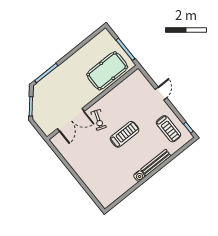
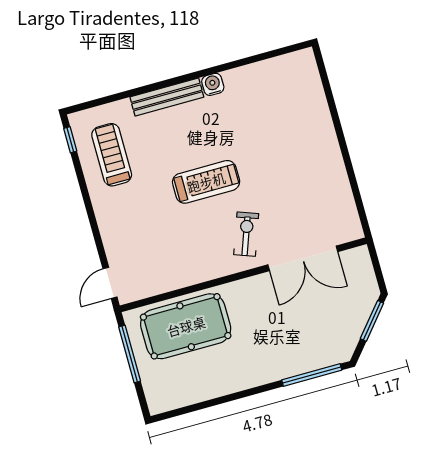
door: (161, 93) -> (110, 283), moved
double door: (71, 120) -> (303, 258), swing flipped
treadmill: (125, 134) -> (206, 182), turned 180

